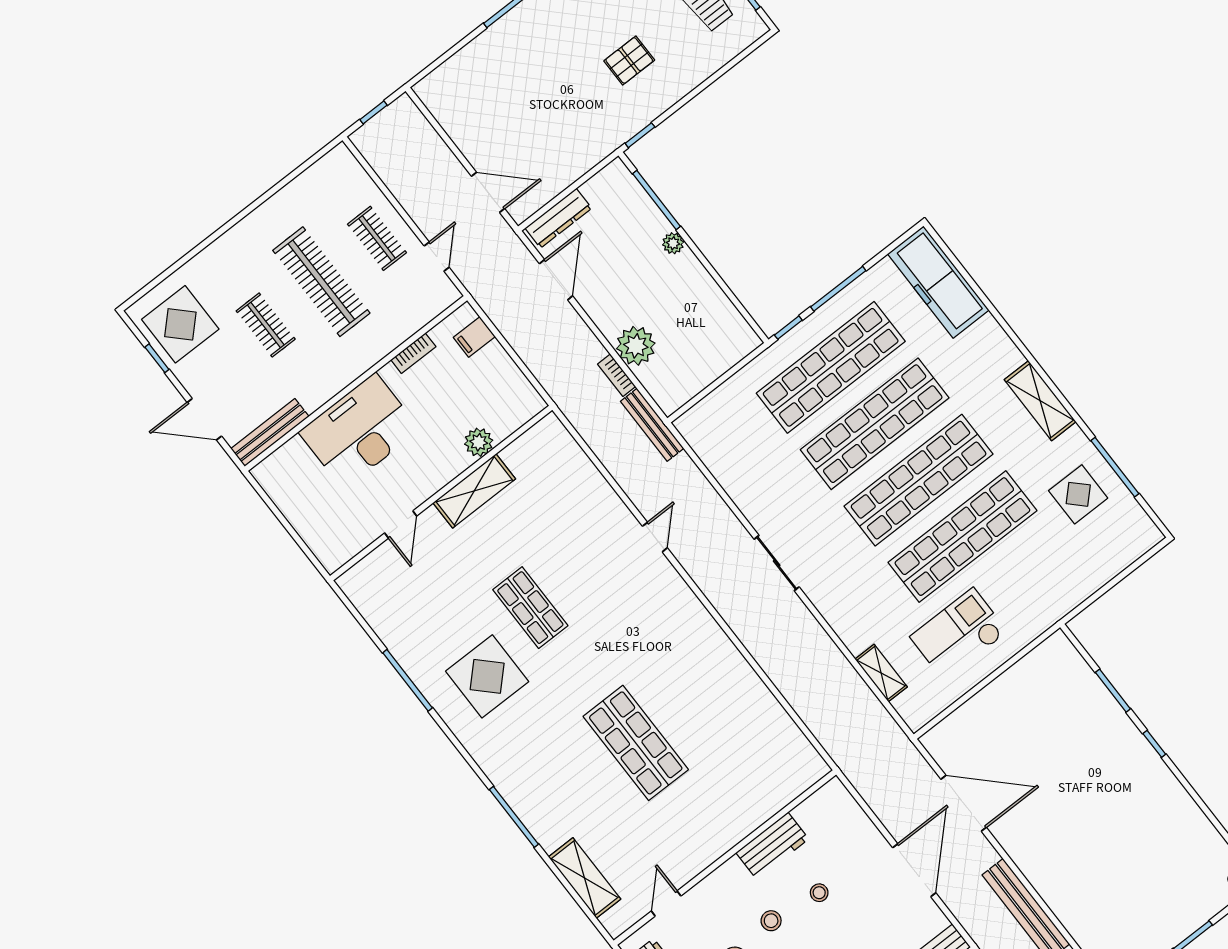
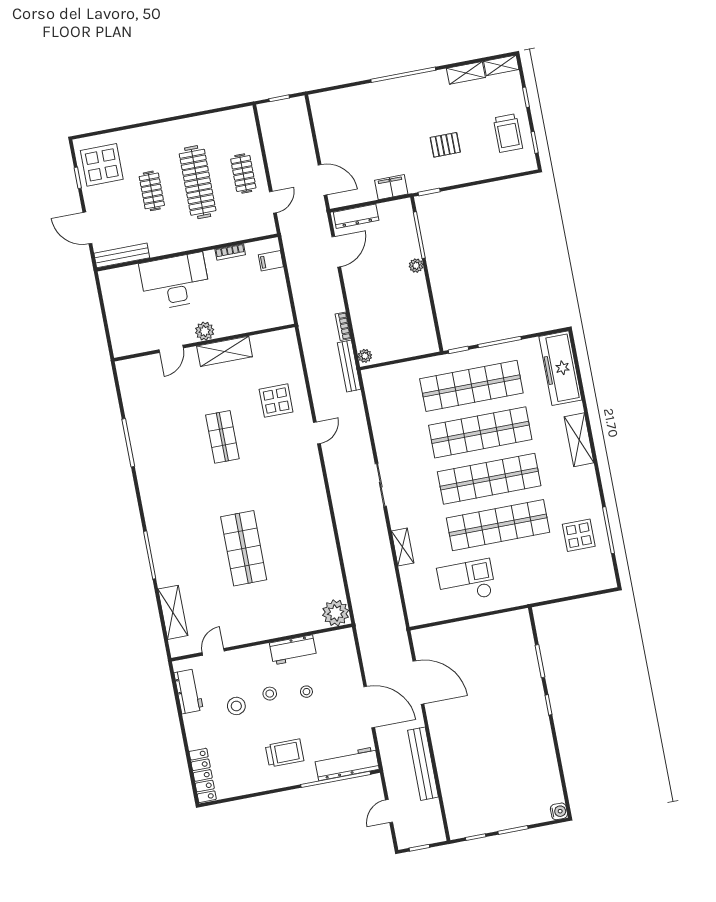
filing cabinet: (586, 155) -> (391, 187), added
plant: (636, 346) -> (365, 356), moved, width x0.53, depth x0.53
shelving: (1040, 401) -> (579, 440), moved
plant: (479, 442) -> (205, 331), moved
shelving: (881, 673) -> (403, 547), moved
display table: (487, 676) -> (276, 401), moved, width x0.73, depth x0.73
plant: (804, 767) -> (336, 613), added
door: (914, 870) -> (369, 707), hinge flipped

